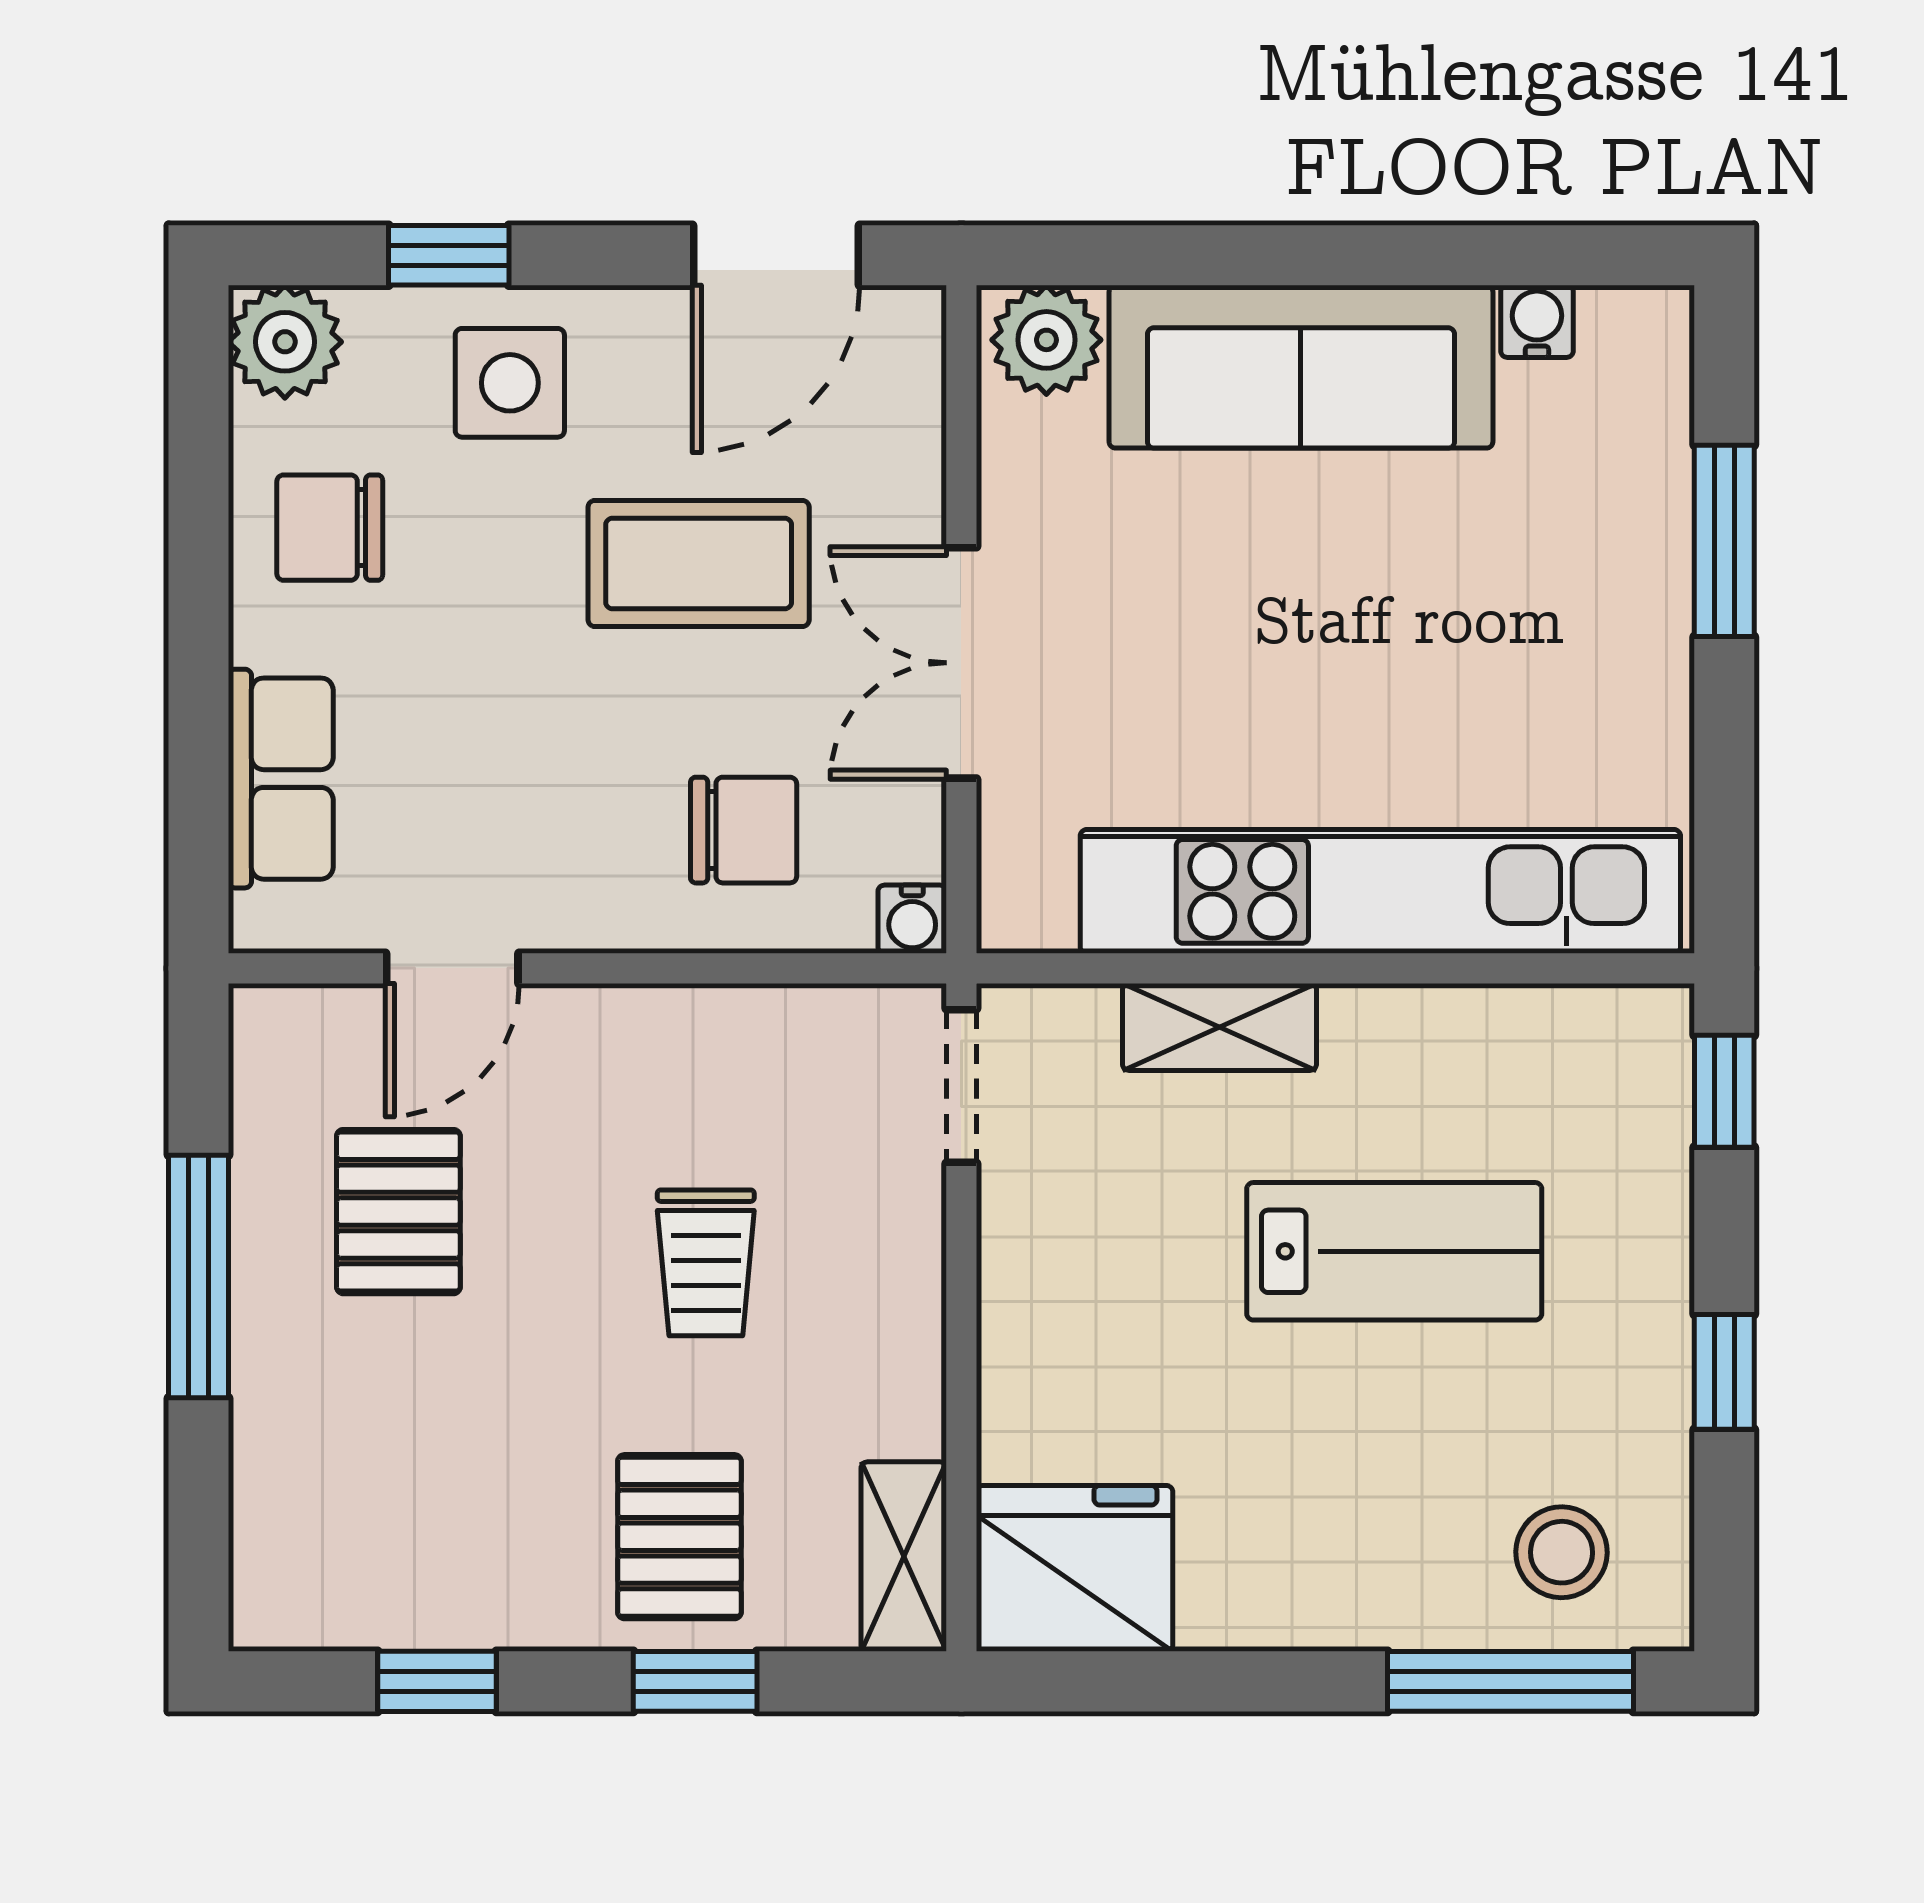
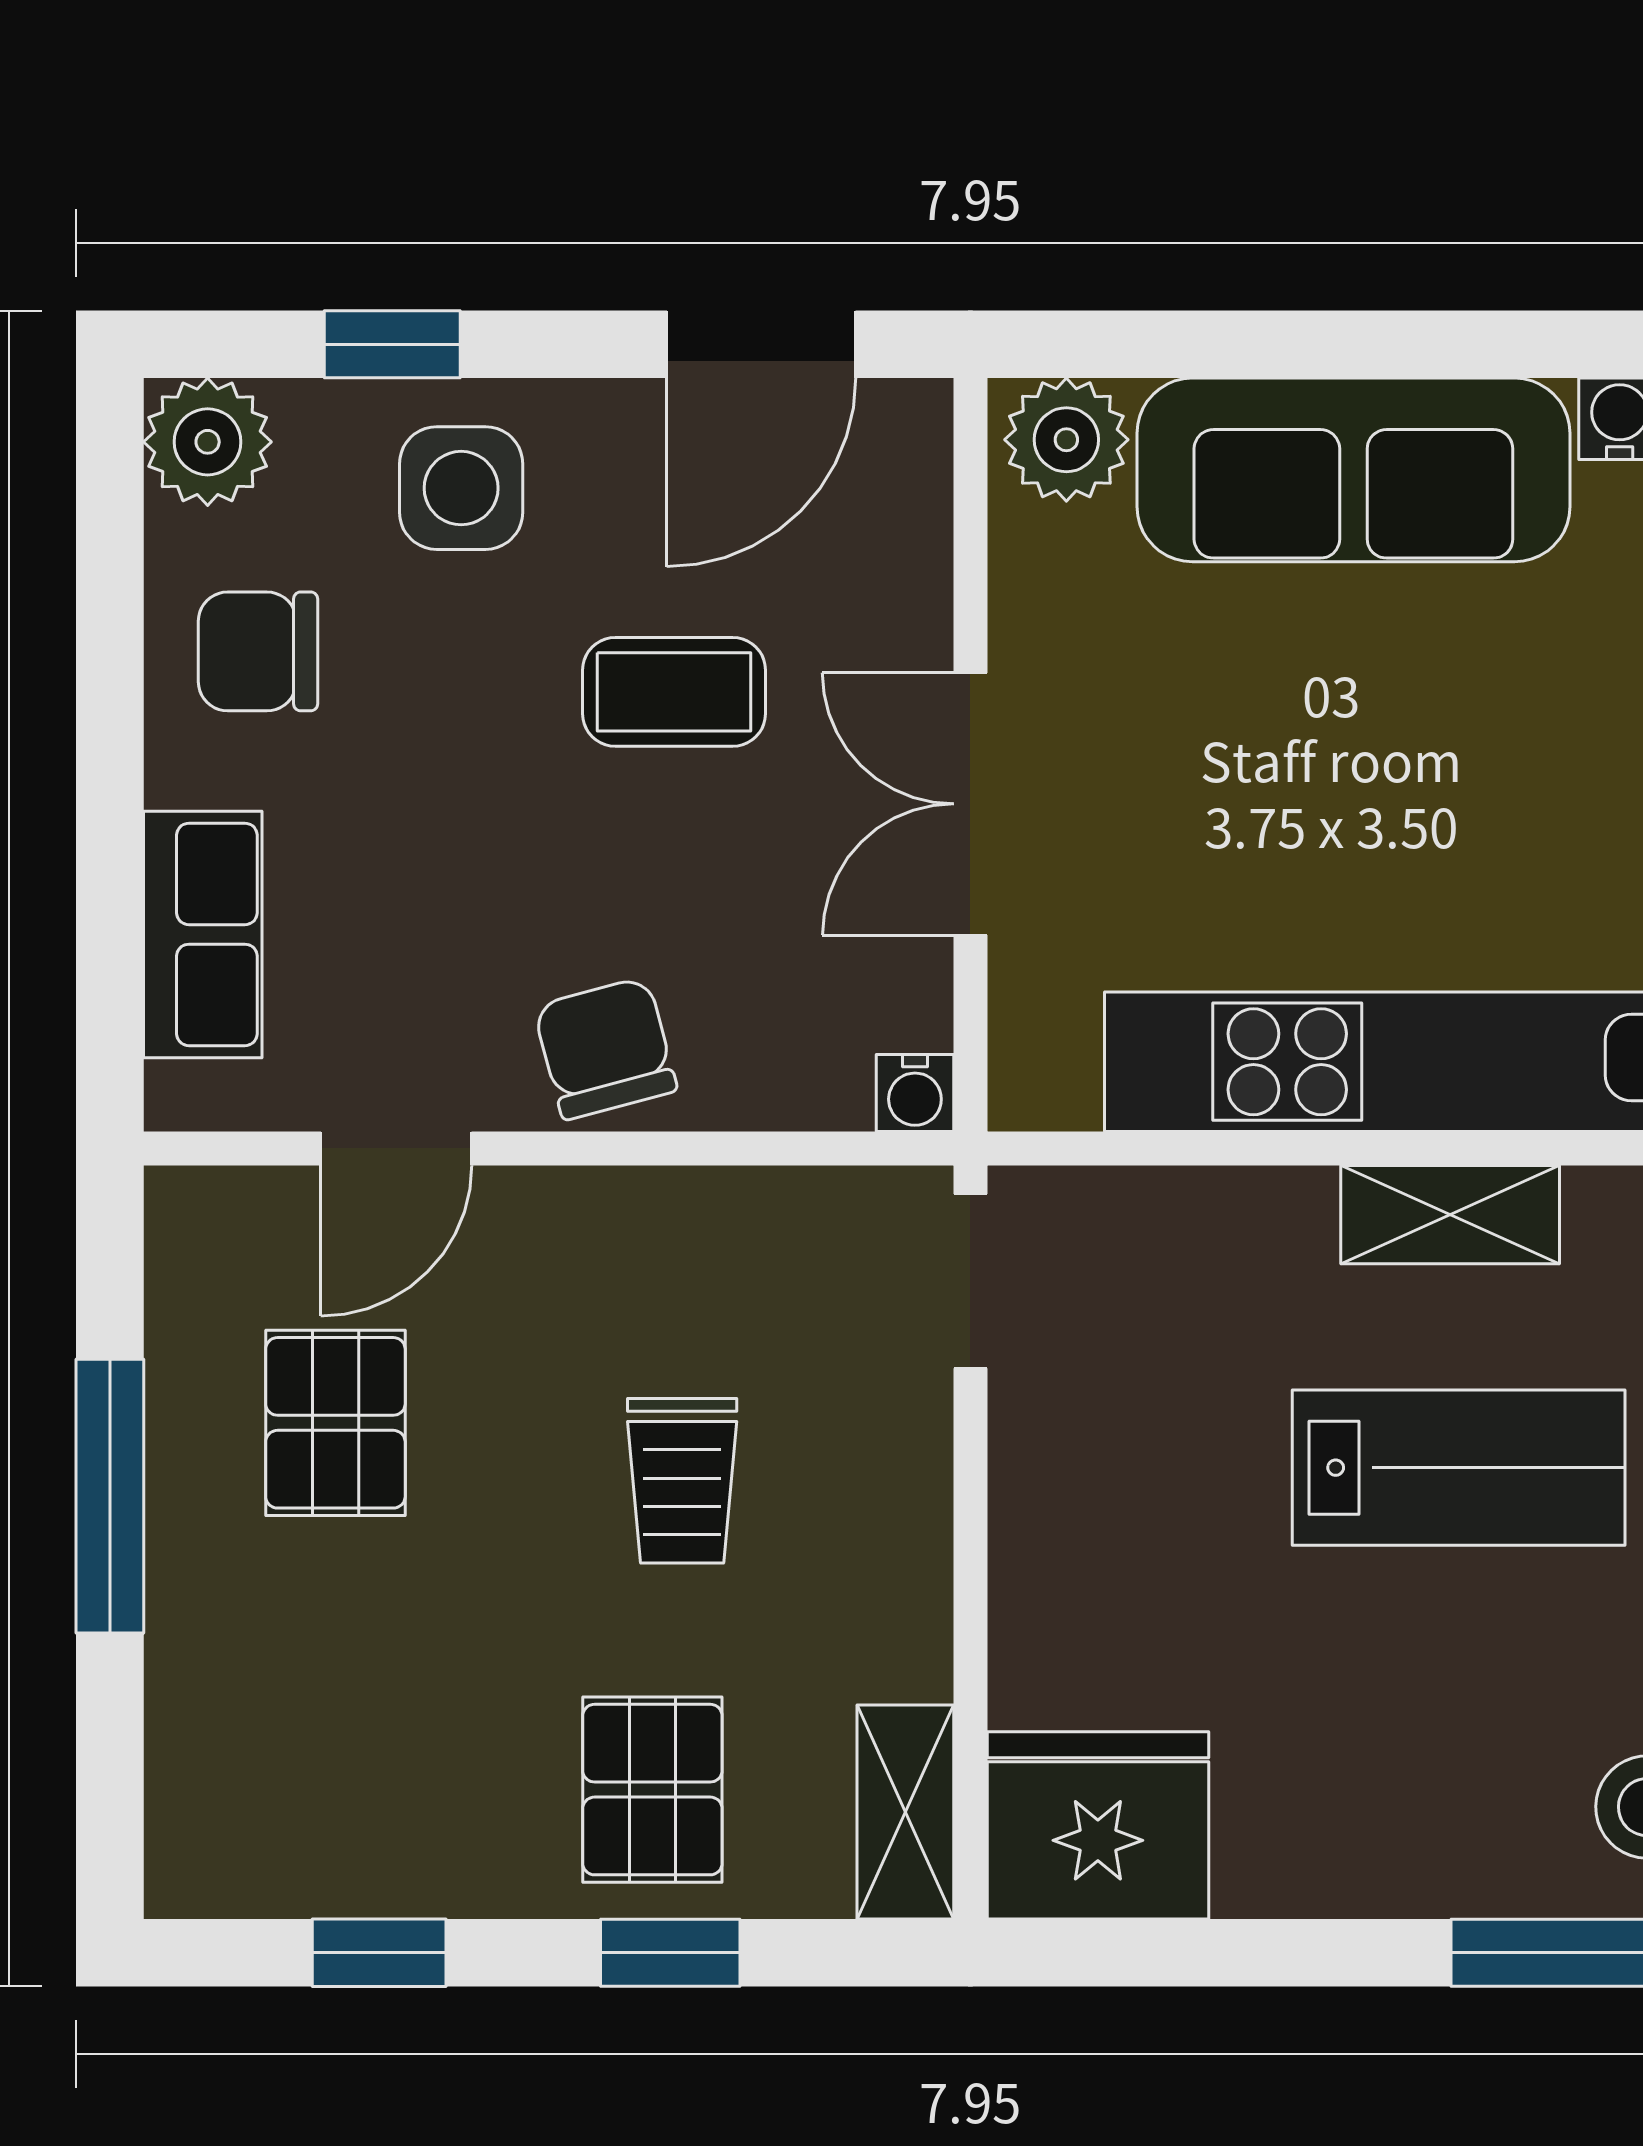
coffee table: (699, 563) -> (674, 692), width x0.73, depth x0.77
chair: (744, 830) -> (605, 1048), moved, turned -105
shelving: (1219, 1027) -> (1450, 1215), moved

